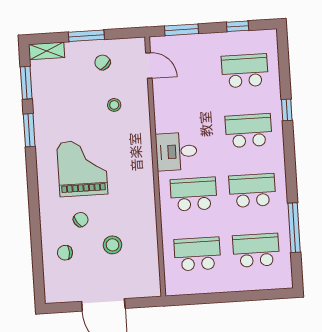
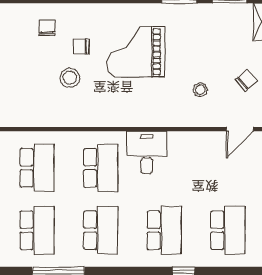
grand piano: (82, 168) -> (136, 52), turned 180
chair: (81, 220) -> (81, 47), turned 125
stool: (113, 245) -> (70, 78), moved

